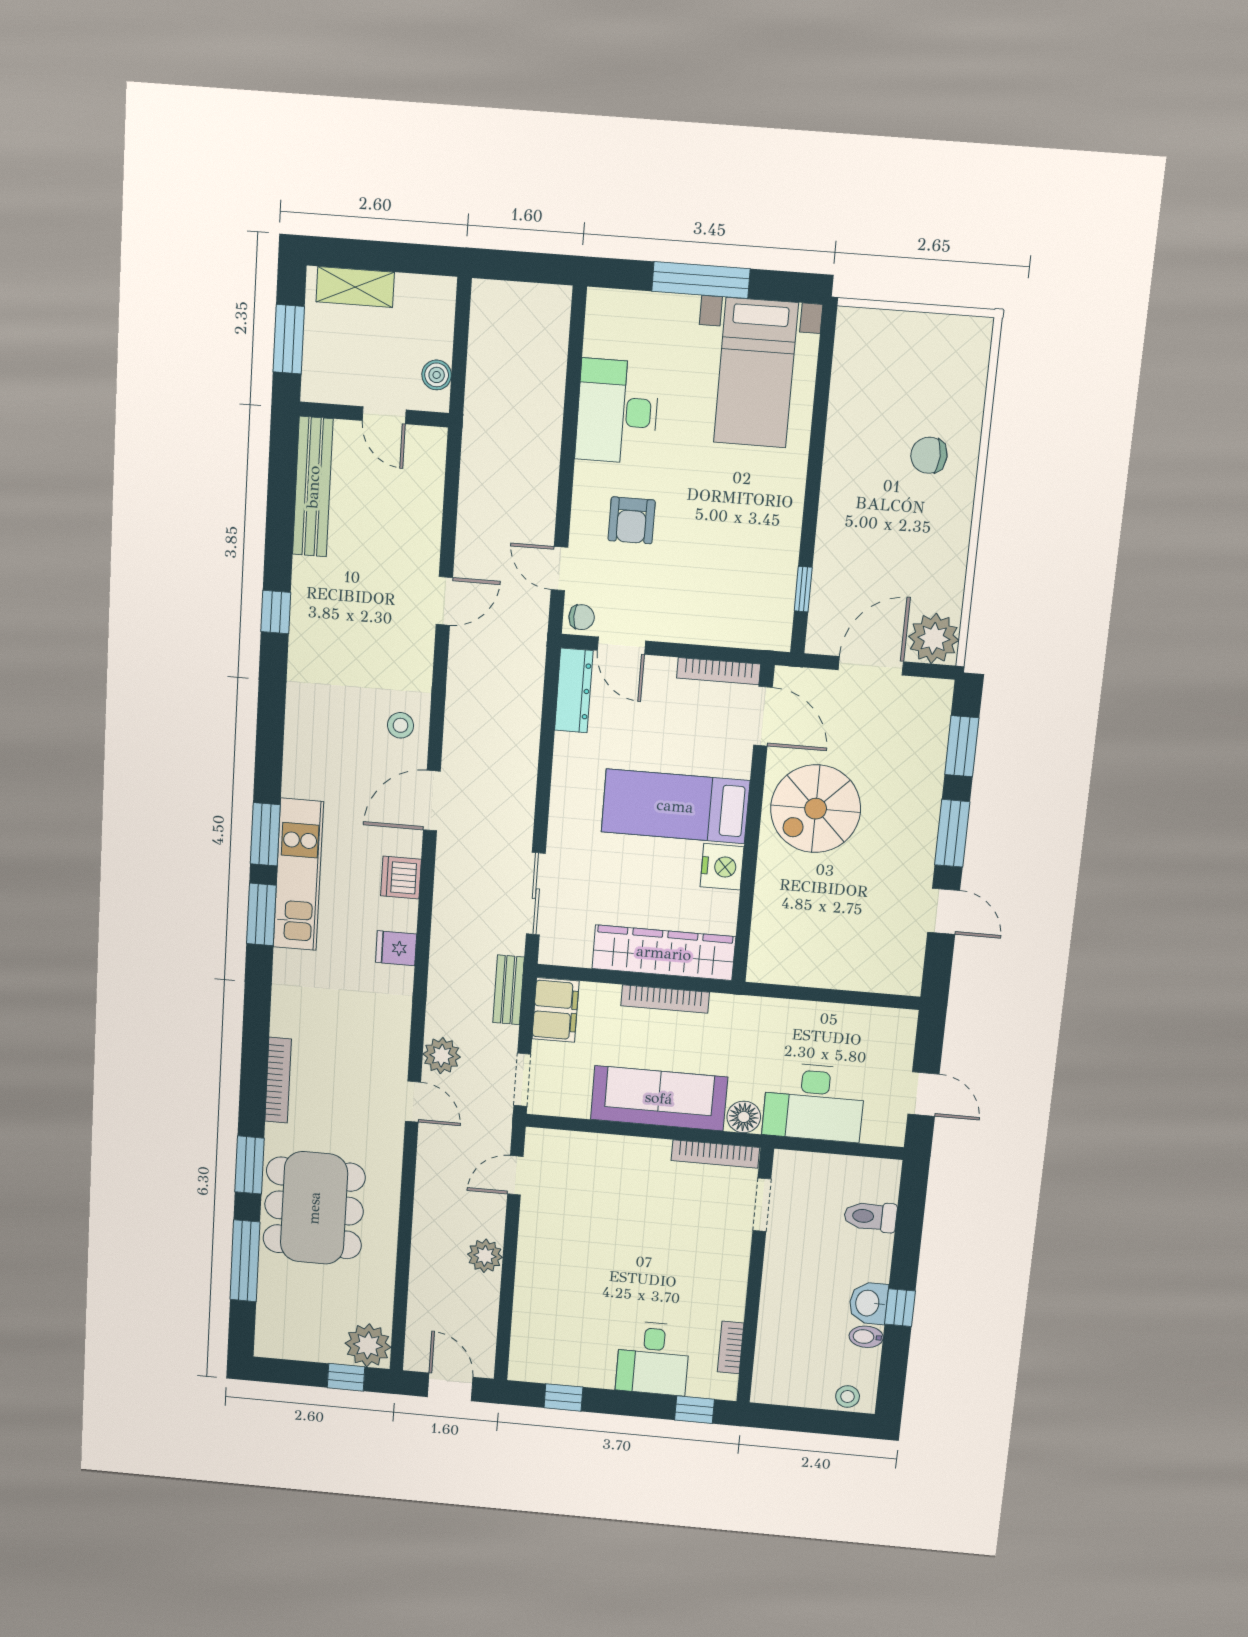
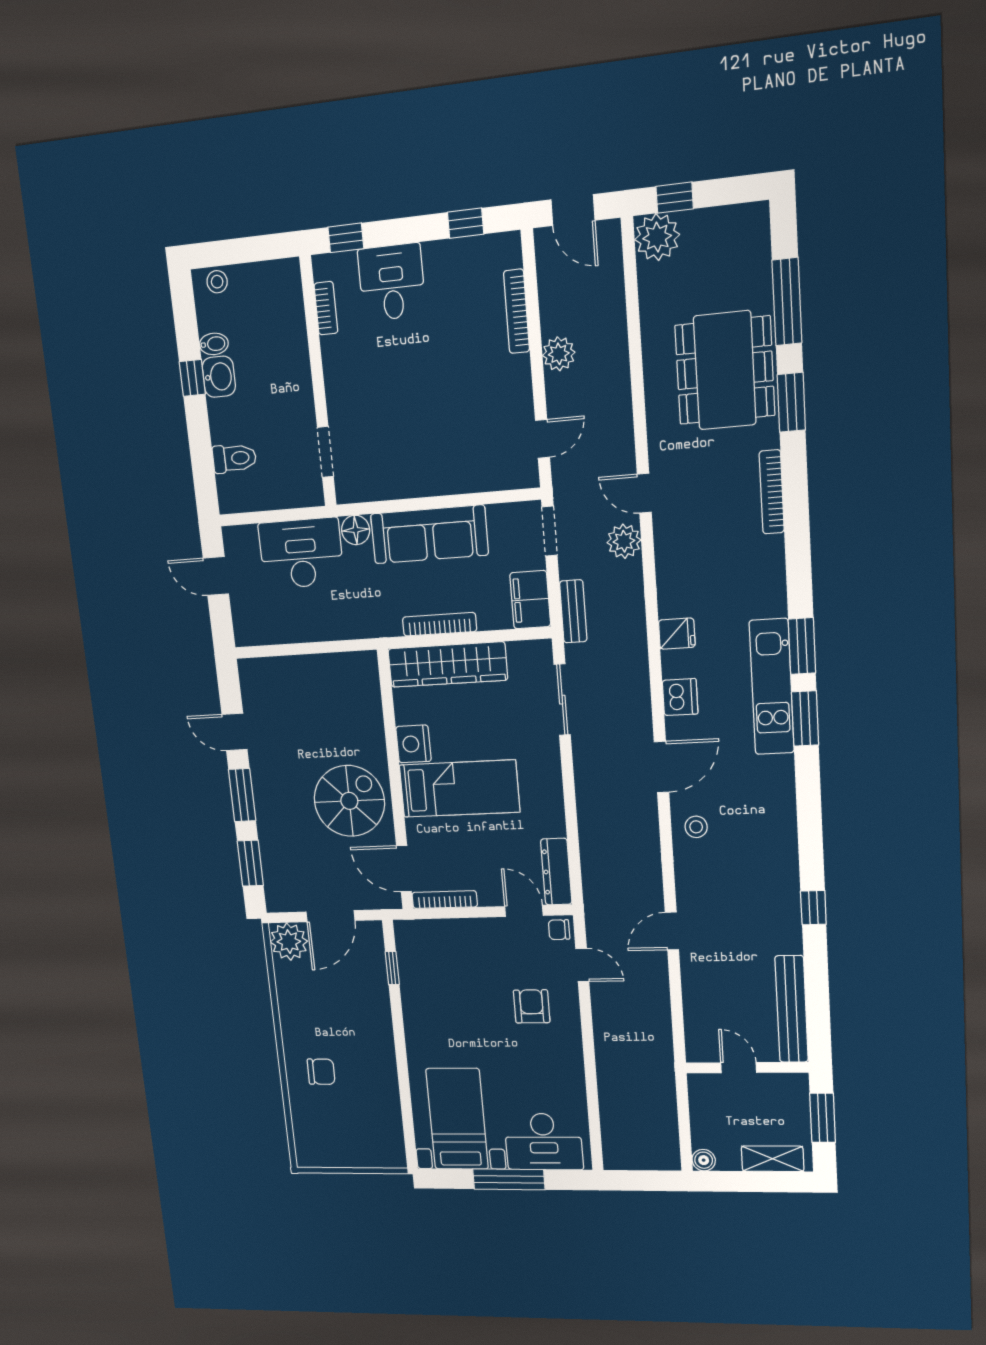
boiler: (437, 375) -> (704, 1160), moved
desk: (617, 411) -> (544, 1142), moved, turned 90
bookcase: (715, 1154) -> (517, 311), moved, turned -90

